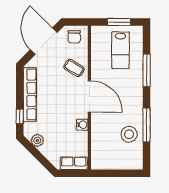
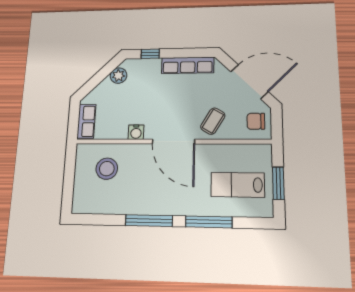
row of seats: (30, 94) -> (188, 65), width x0.73
door: (89, 96) -> (173, 142), hinge flipped
window: (147, 125) -> (149, 221), moved
stool: (129, 134) -> (107, 169), moved

